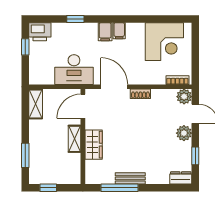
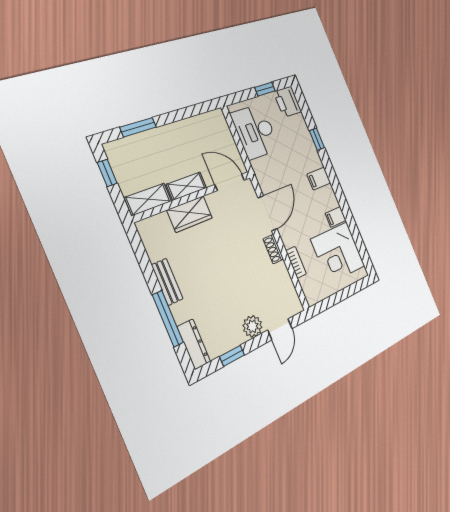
filing cabinet: (119, 31) -> (336, 217), moved
desk: (74, 70) -> (255, 131), moved
bookcase: (177, 80) -> (296, 262), moved
plant: (184, 97) -> (293, 305), removed
shelving: (36, 104) -> (148, 199), moved
dresser: (181, 178) -> (194, 344), width x1.44
window: (120, 188) -> (168, 319), moved

